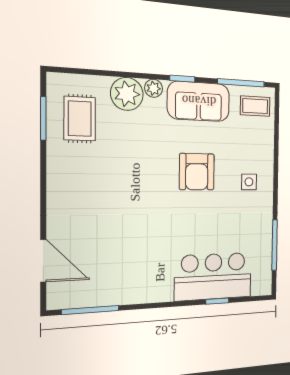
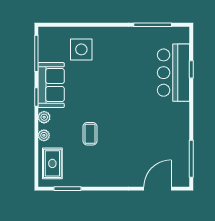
plant: (127, 94) -> (44, 135), width x0.53, depth x0.53
coffee table: (255, 106) -> (90, 134), moved
rug: (80, 119) -> (52, 163), moved, turned 90
armchair: (197, 172) -> (100, 86), removed
side table: (249, 182) -> (81, 49), moved, width x1.87, depth x1.87

